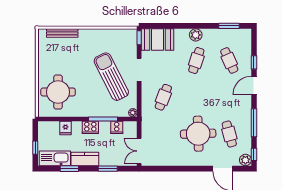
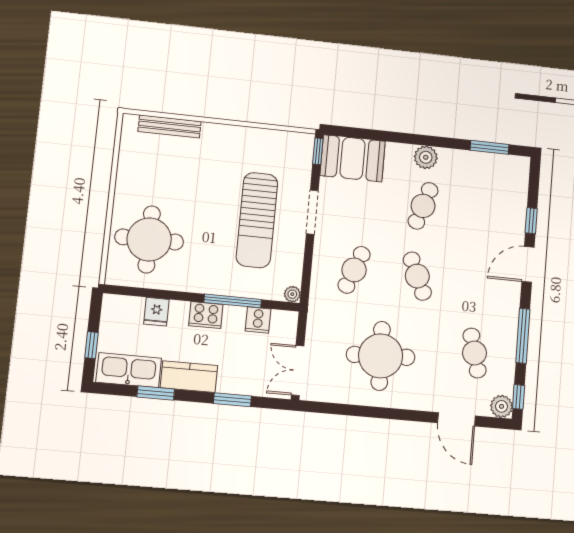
cafe table: (229, 61) -> (417, 276), moved
sun lounger: (111, 77) -> (257, 220), turned -153
round table: (198, 134) -> (381, 356), moved

